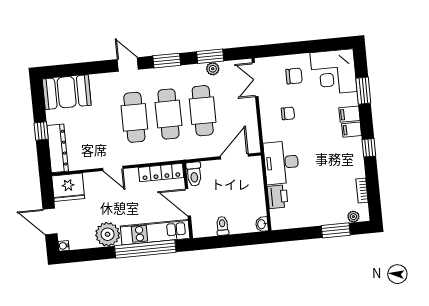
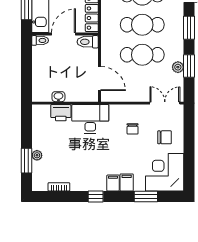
chair: (294, 76) -> (165, 137), turned -90
plant: (353, 217) -> (37, 155), moved
washbasin: (262, 224) -> (58, 97), moved
toilet: (222, 226) -> (40, 40), moved

